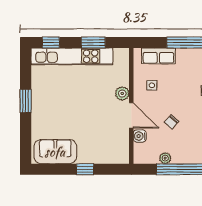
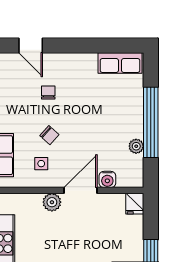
chair: (171, 122) -> (49, 135), moved
fridge: (121, 157) -> (135, 204), added

